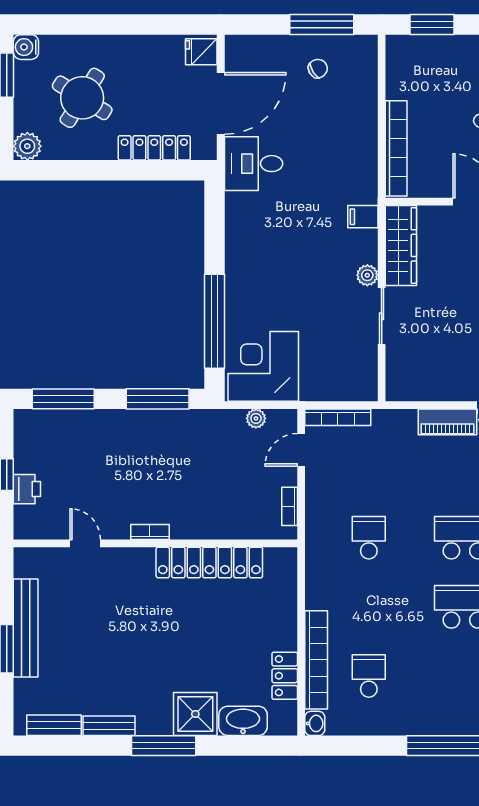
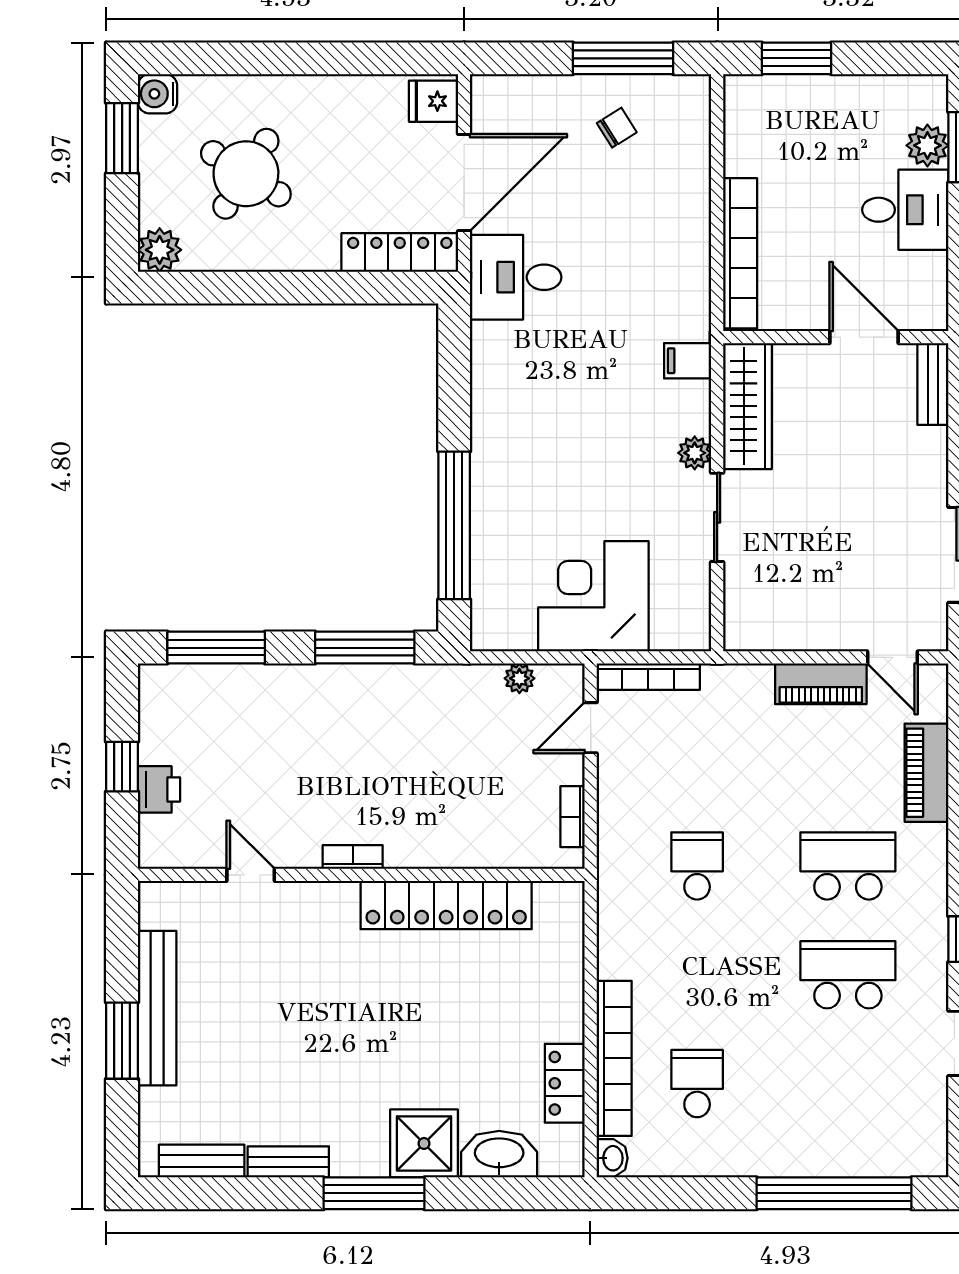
locker: (154, 148) -> (400, 253), moved
corner desk: (263, 366) -> (593, 596), moved

